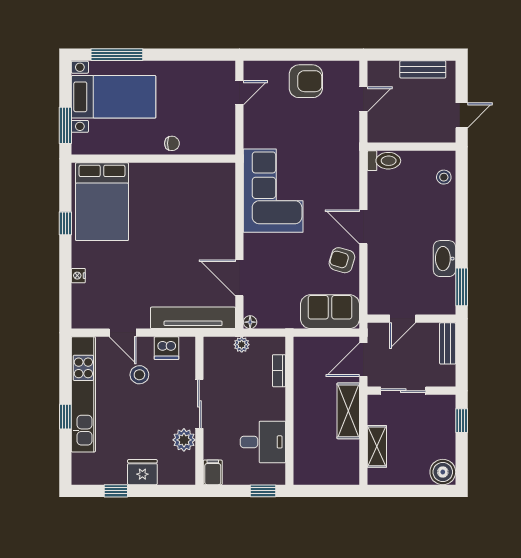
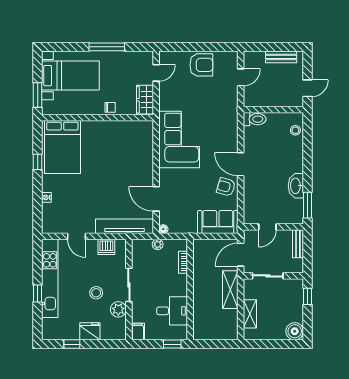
window: (117, 55) -> (107, 47), moved
wardrobe: (223, 132) -> (145, 100), added
stool: (139, 375) -> (96, 293), moved

